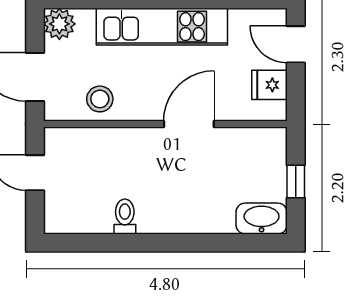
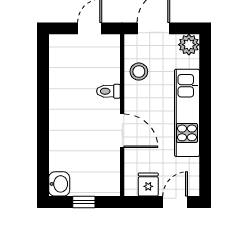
toilet: (125, 217) -> (108, 91), moved, turned 180
washbasin: (262, 219) -> (59, 184), width x0.72

